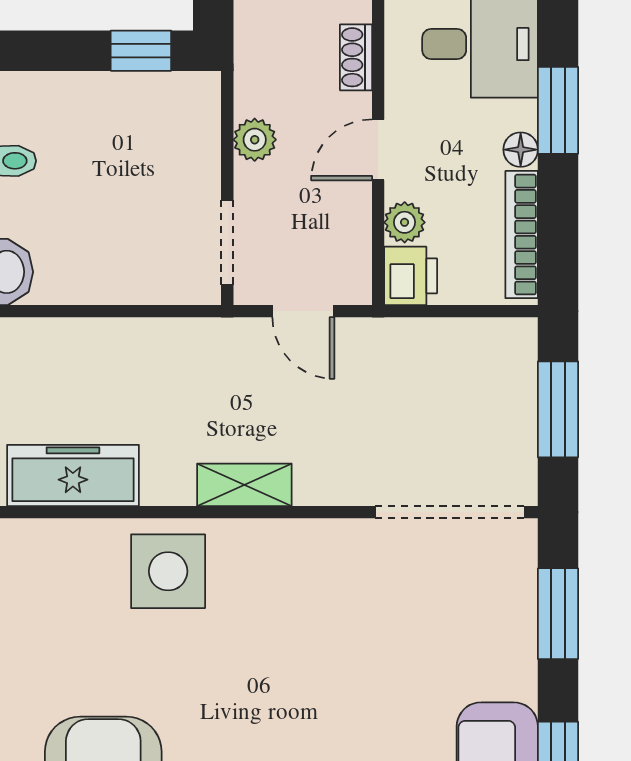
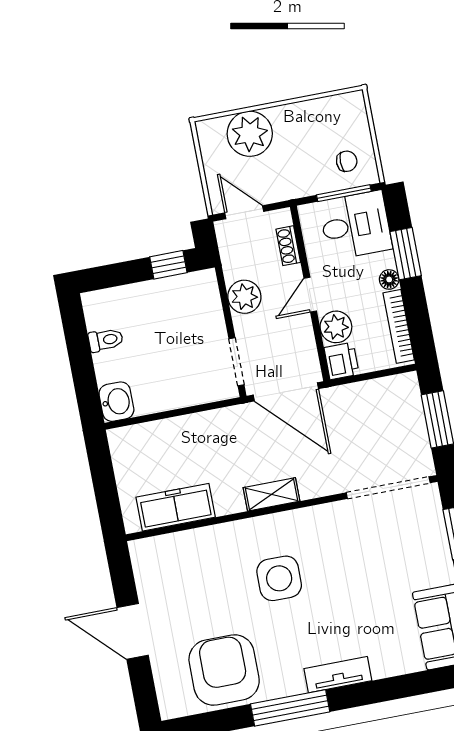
plant: (255, 140) -> (244, 297), width x1.38, depth x1.38
plant: (405, 222) -> (336, 327), width x1.38, depth x1.38
door: (303, 311) -> (286, 392), width x1.87
side table: (168, 571) -> (279, 578), moved

